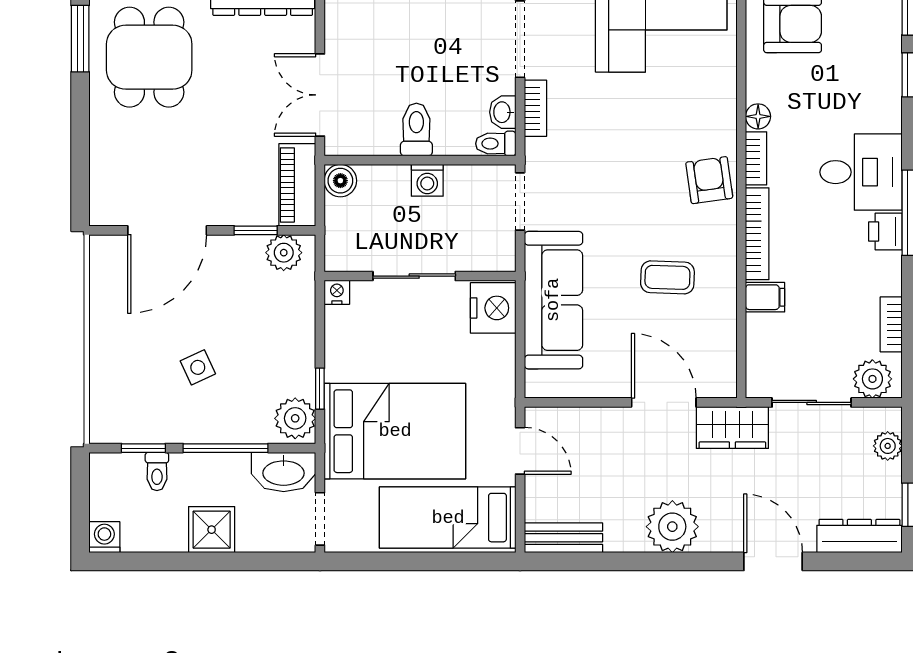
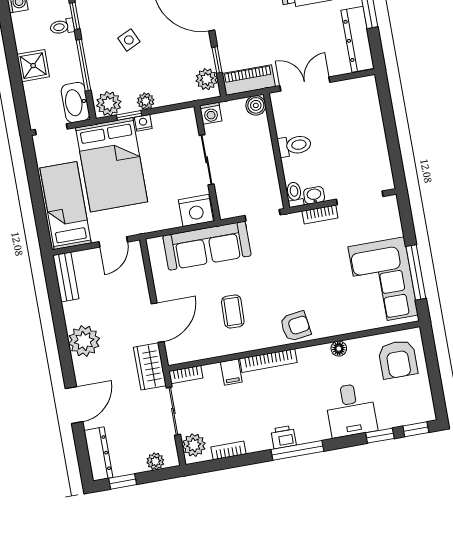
bookcase: (756, 158) -> (186, 375), moved
desk: (861, 172) -> (351, 410), moved
washing machine: (427, 180) -> (211, 113), moved, turned -90
nightstand: (337, 292) -> (143, 123), moved, turned -90
plant: (302, 358) -> (146, 101), added

